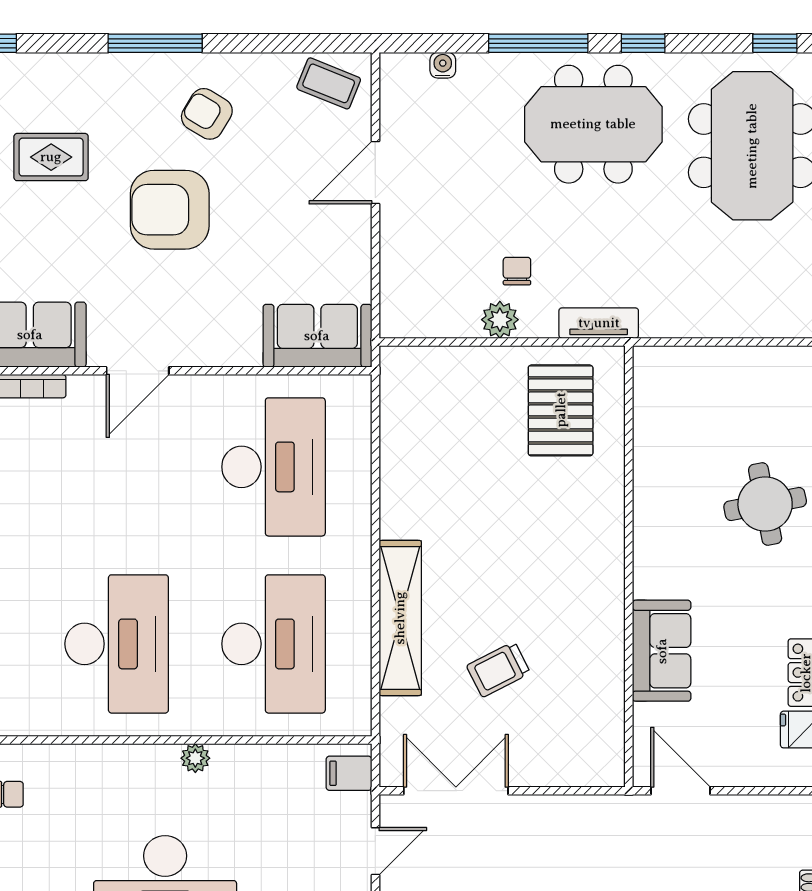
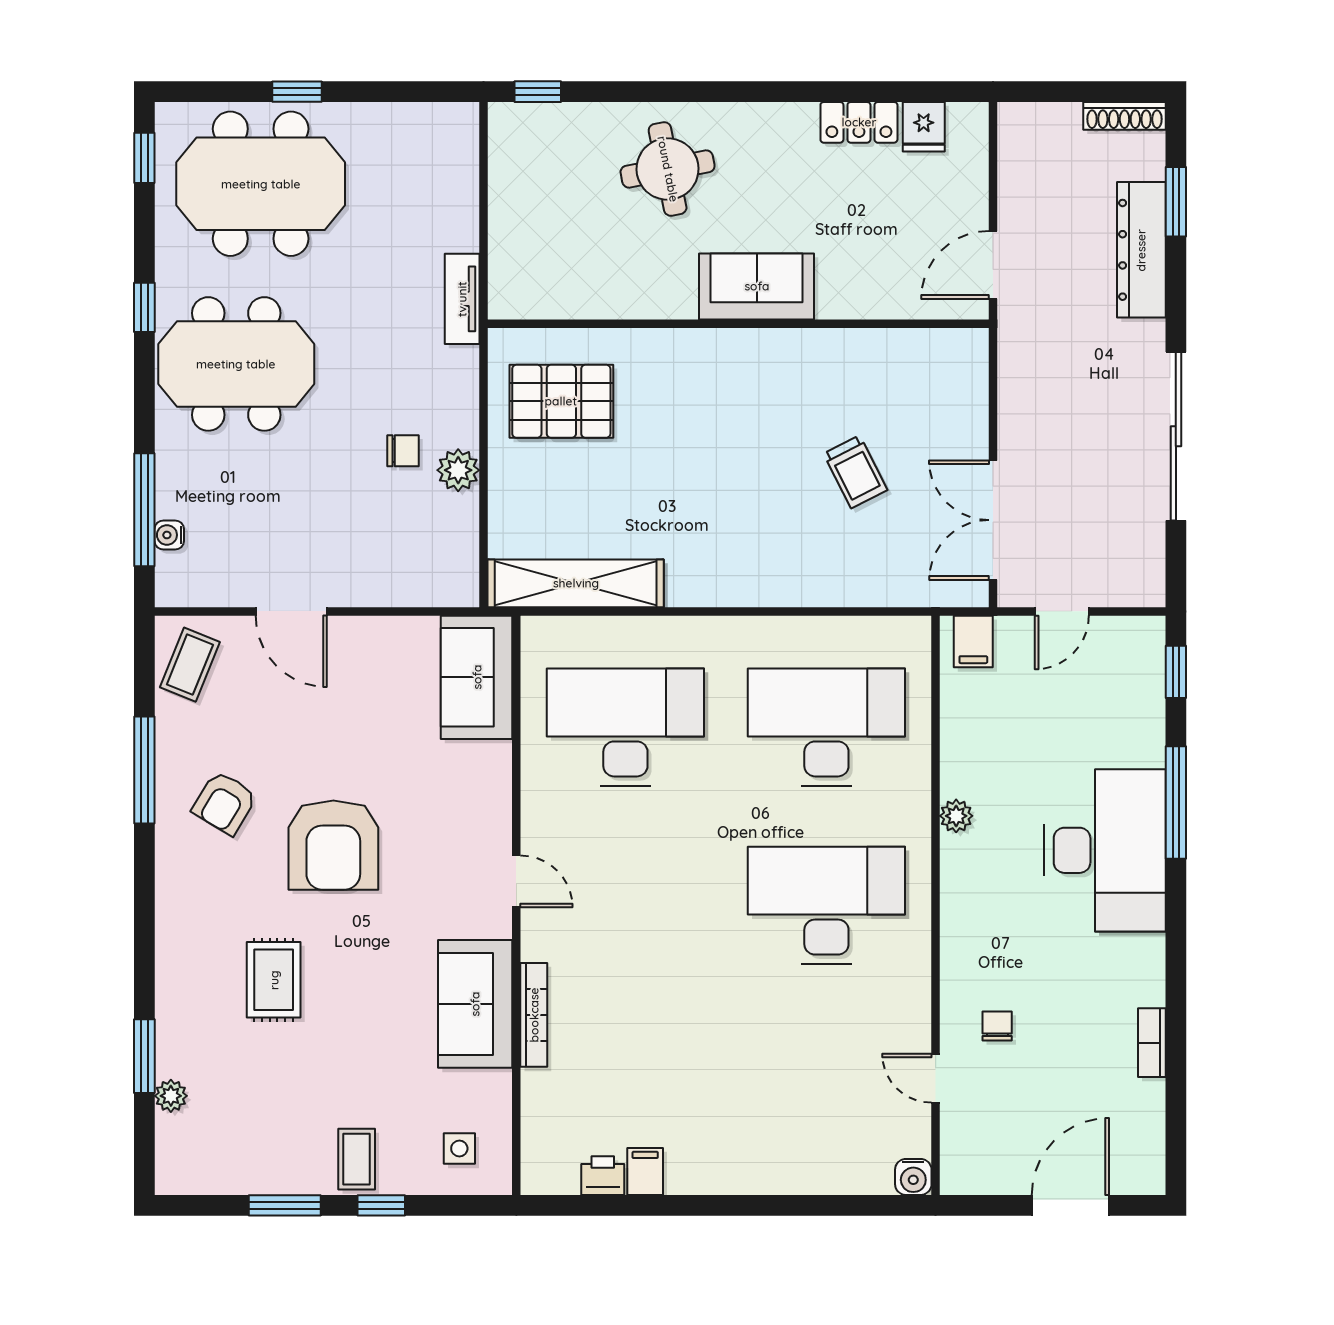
window: (155, 43) -> (144, 770), moved
window: (538, 43) -> (144, 510), moved
meeting table: (593, 124) -> (236, 364), turned 90
chair: (517, 271) -> (403, 451), turned 180
tv unit: (599, 323) -> (462, 299), moved
door: (138, 371) -> (516, 881), width x0.73
shelving: (400, 618) -> (576, 583), moved
sofa: (662, 651) -> (757, 286), moved
door: (375, 851) -> (1062, 611), swing flipped

